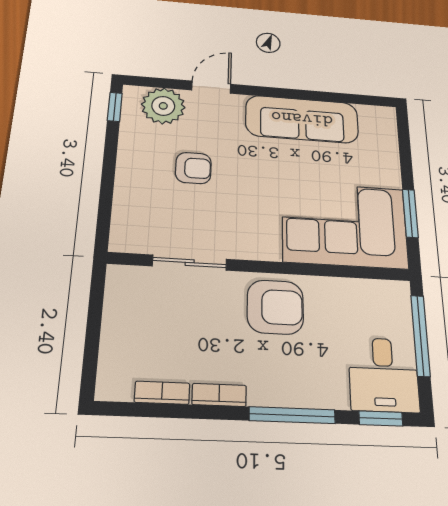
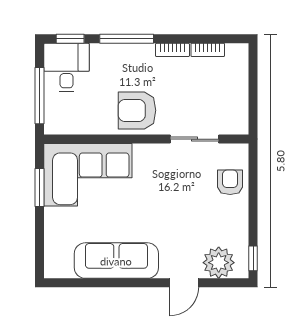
armchair: (193, 168) -> (230, 182), moved, turned 90

